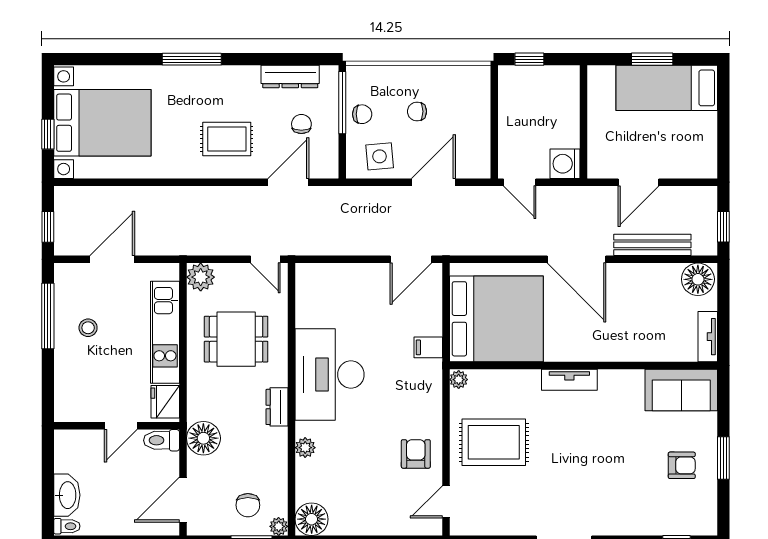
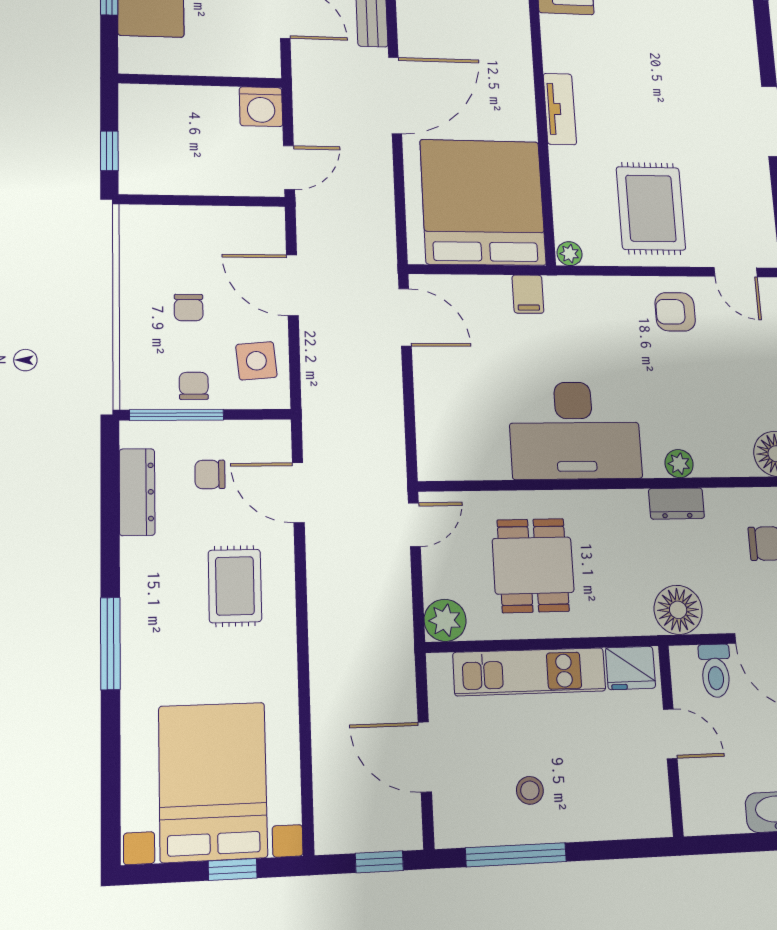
dresser: (277, 407) -> (676, 503), moved
toilet: (162, 440) -> (715, 671), moved

